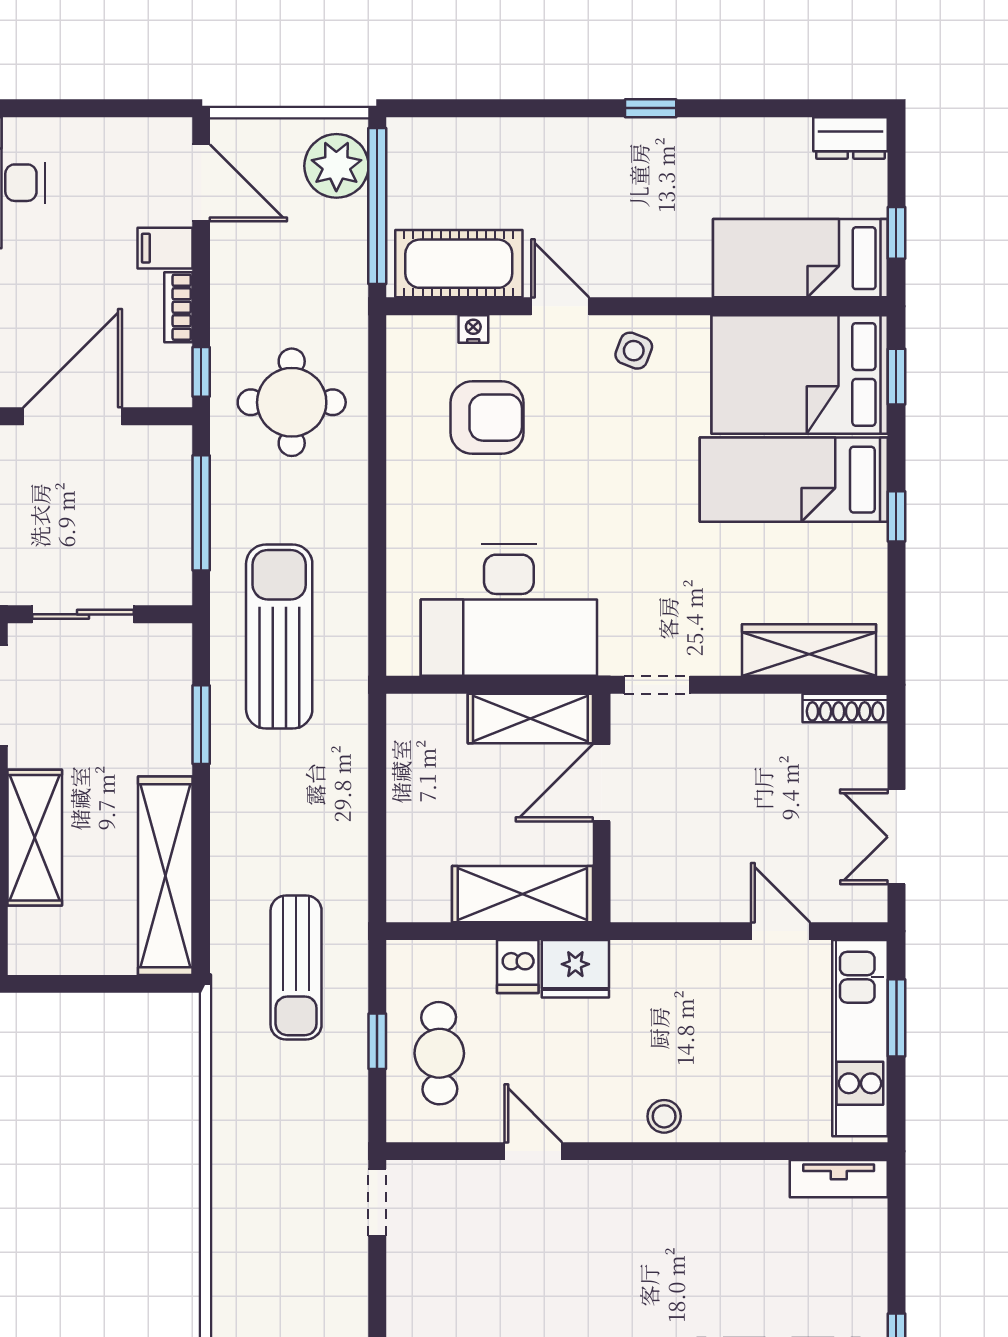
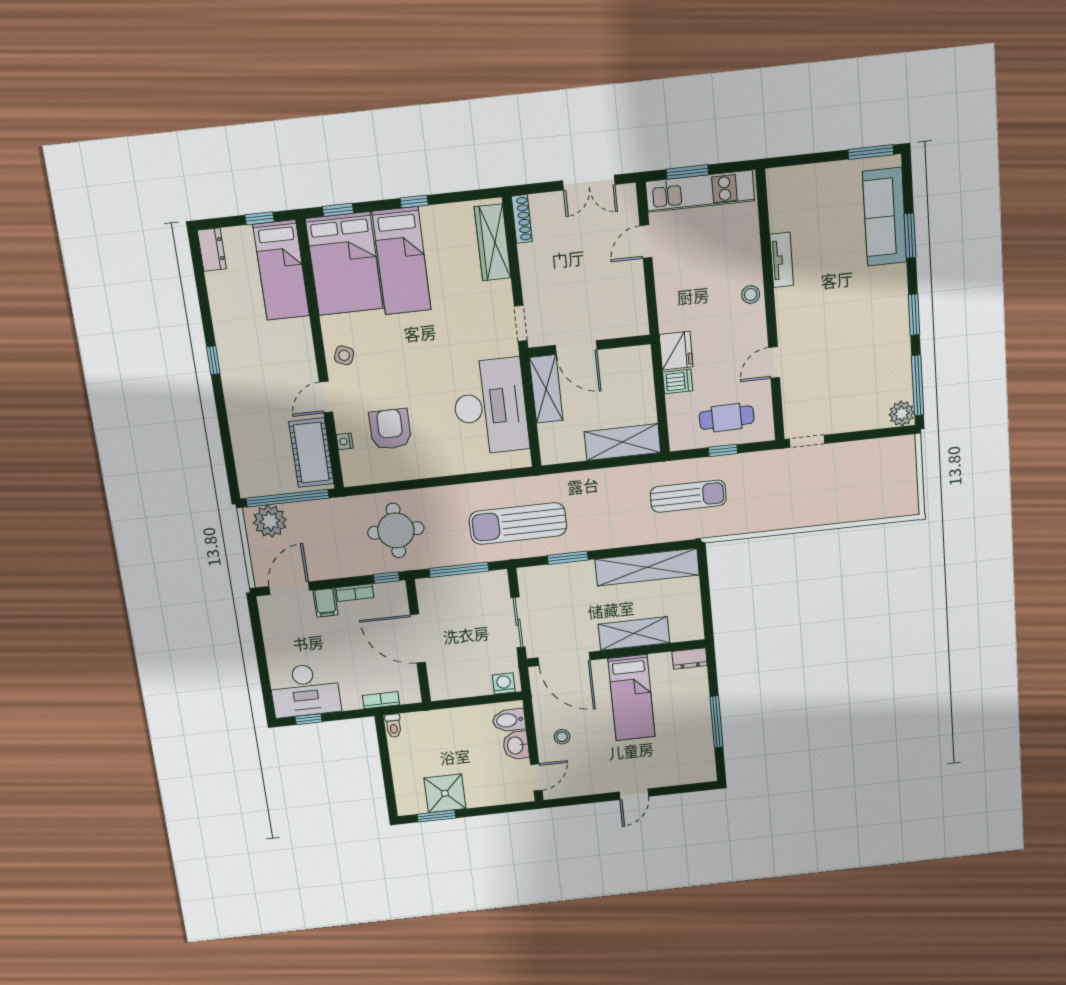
shelving: (522, 894) -> (623, 442), moved, turned 90
tv unit: (839, 1179) -> (782, 260), moved

